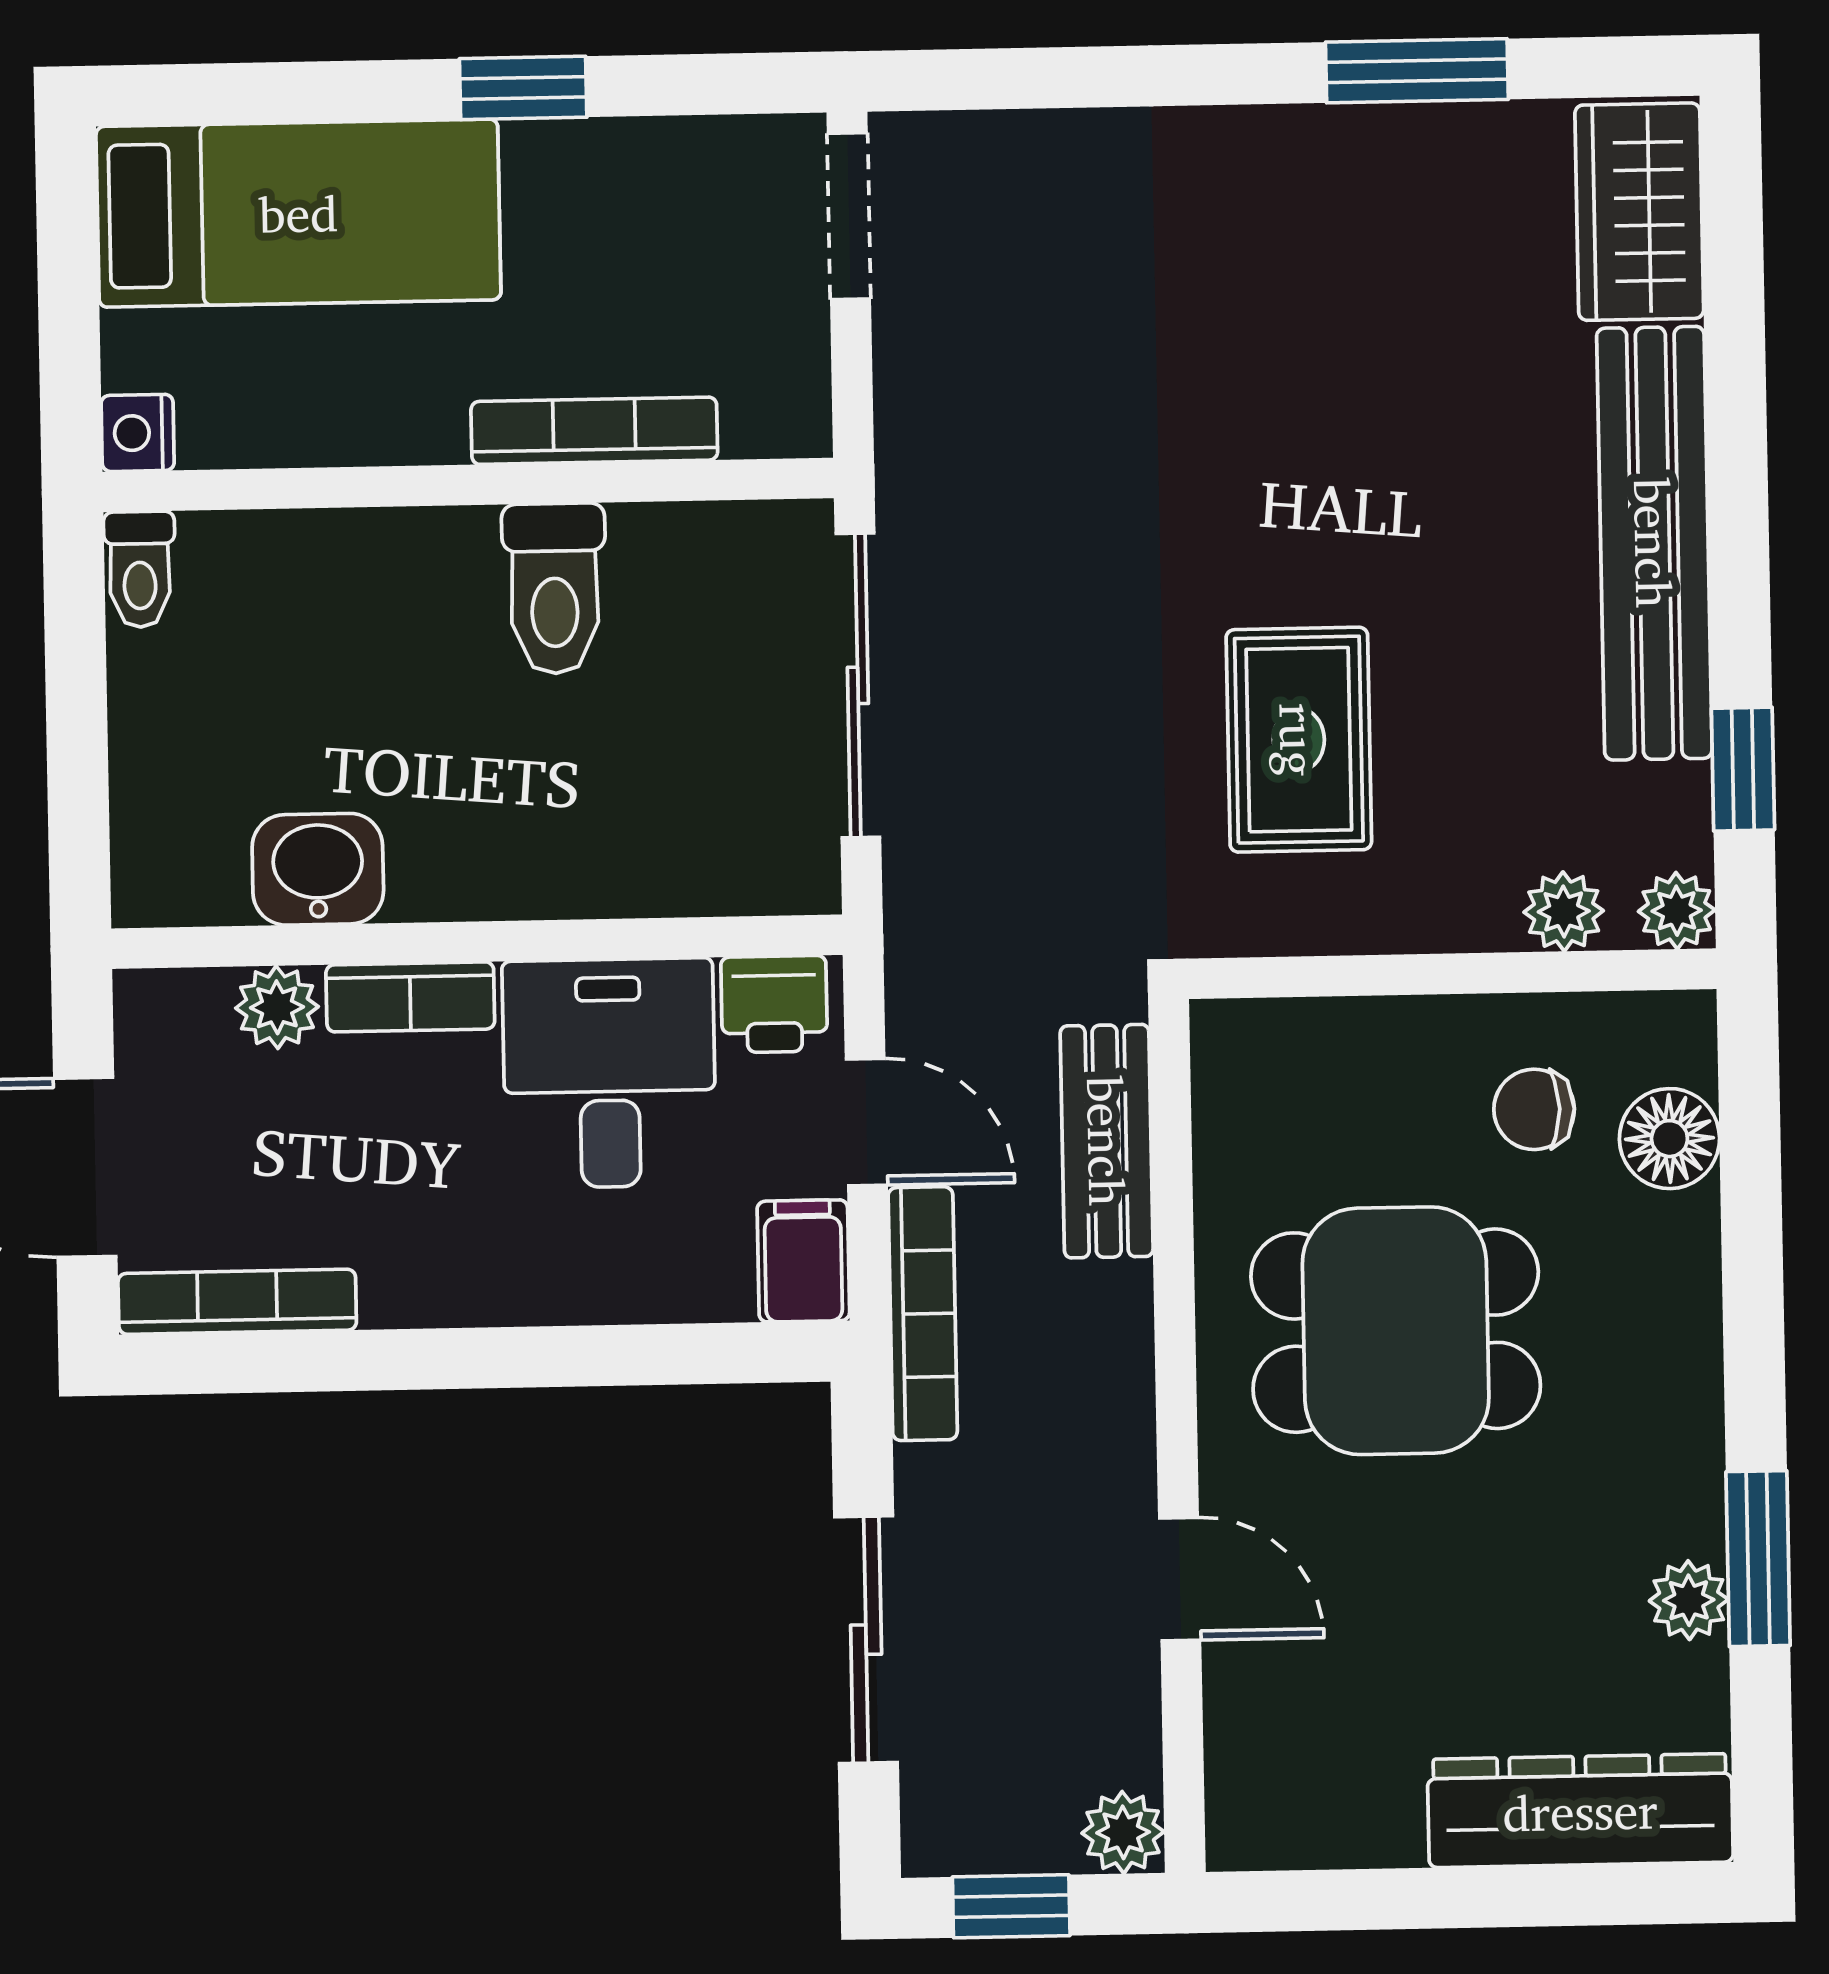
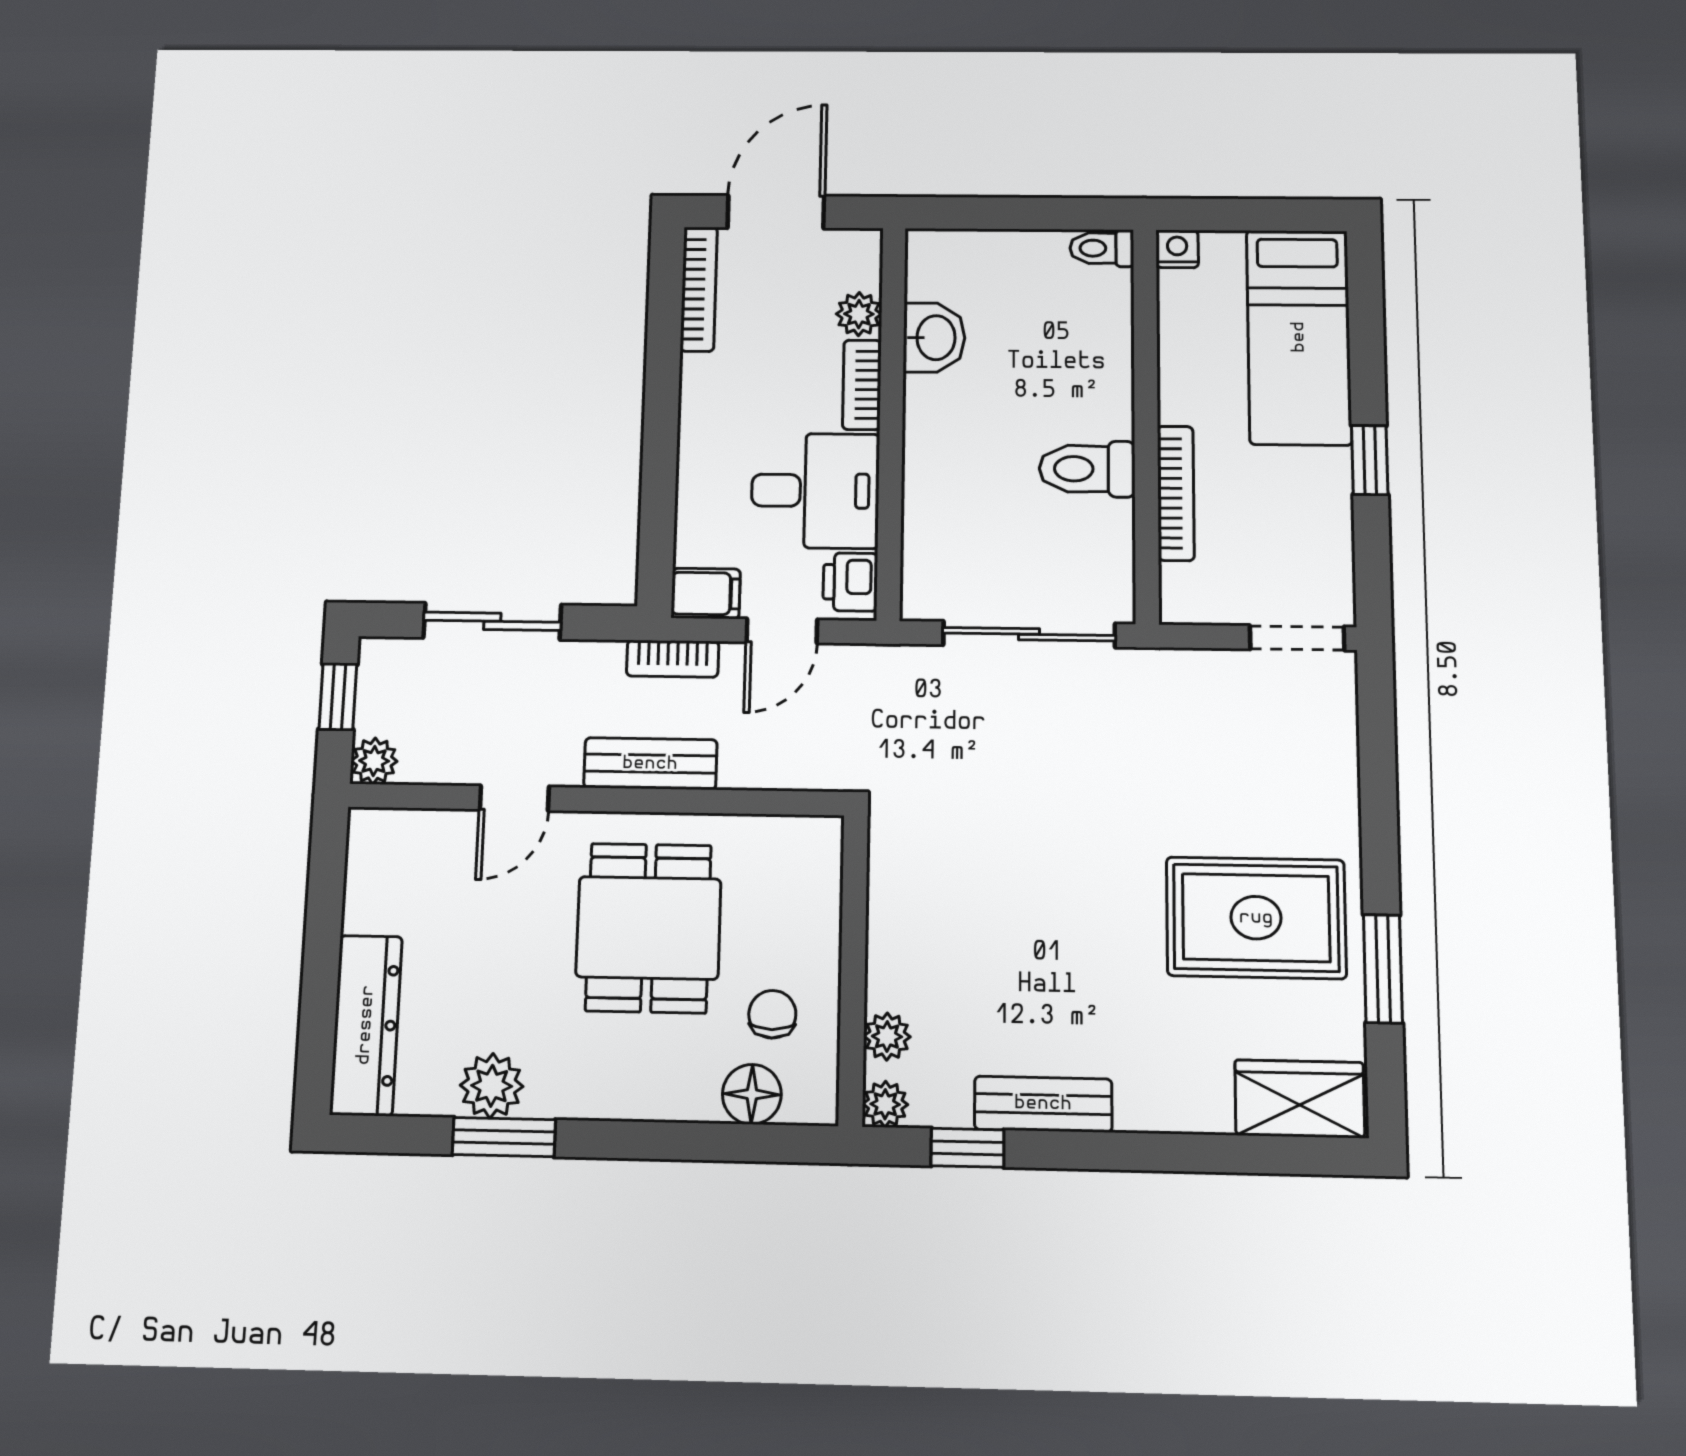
bench: (1654, 543) -> (1043, 1104), width x0.54, depth x0.82
rug: (1299, 740) -> (1256, 918), moved, width x1.36, depth x1.43
bench: (1107, 1141) -> (650, 764), moved
bookcase: (923, 1314) -> (673, 659), width x0.64
plant: (1689, 1600) -> (492, 1086), width x1.38, depth x1.38

